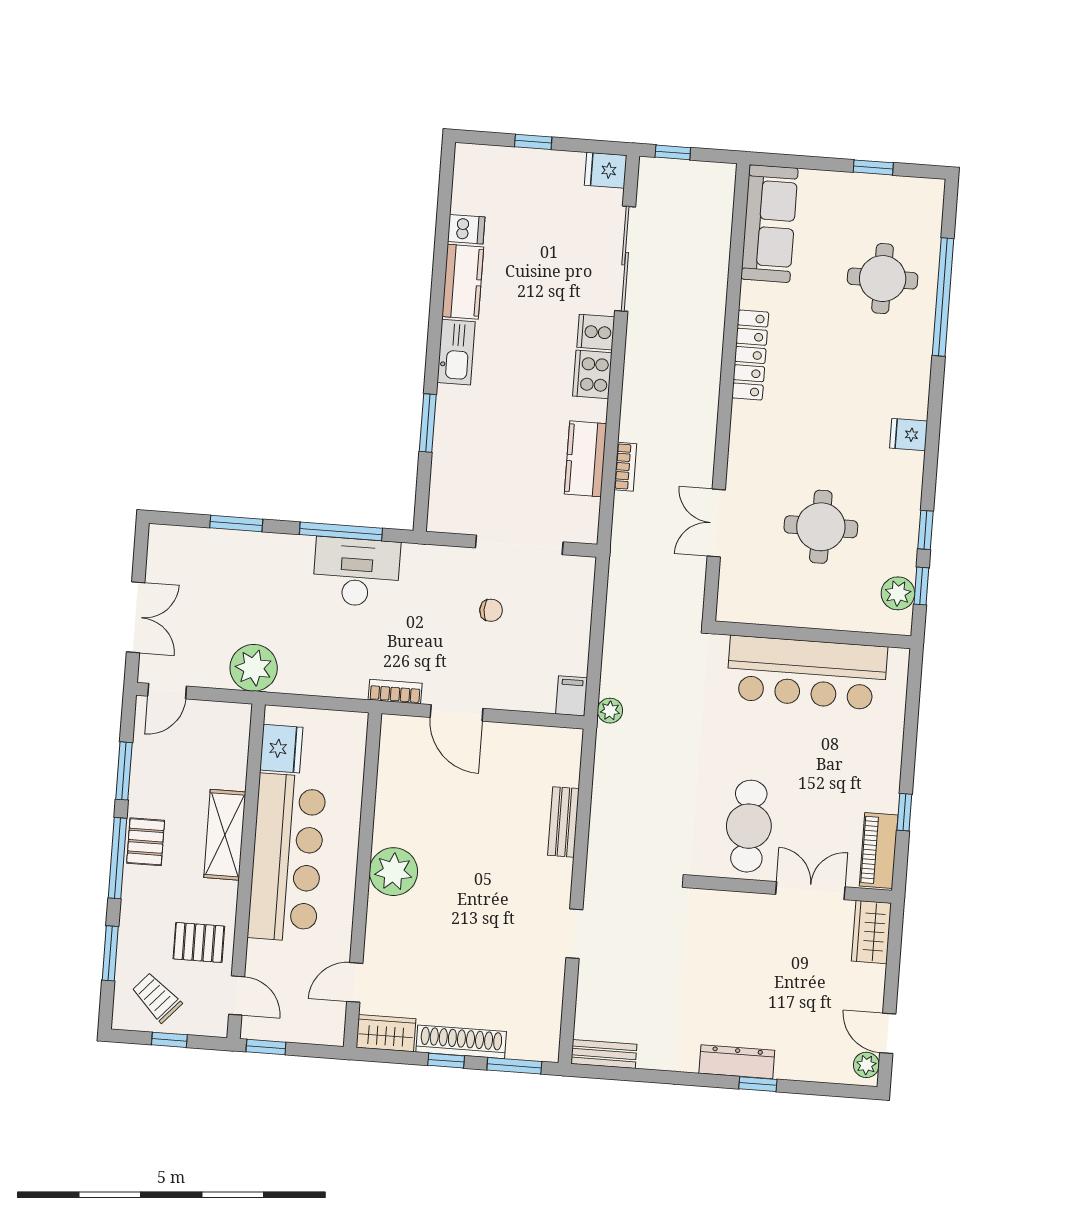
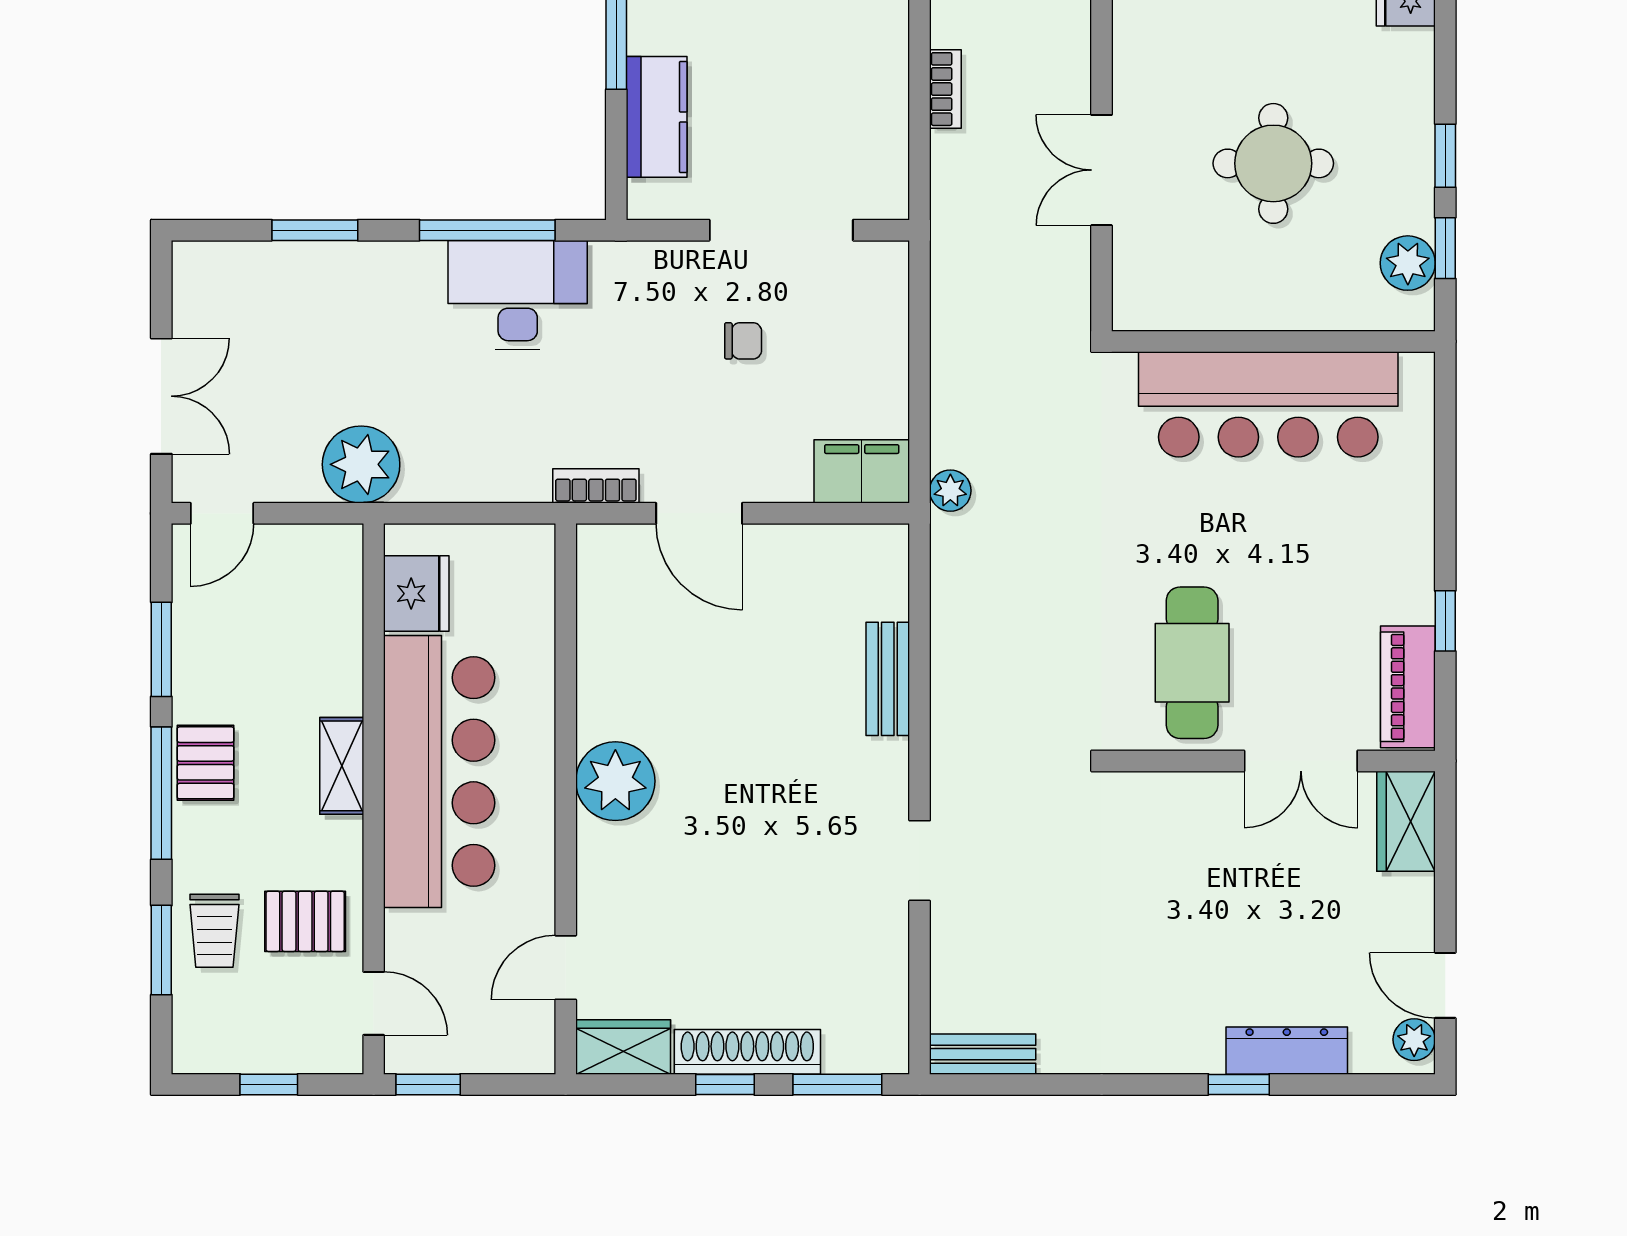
kitchen counter: (585, 459) -> (657, 117), moved, turned 180
filing cabinet: (572, 696) -> (862, 471), width x2.00
shelving: (225, 835) -> (342, 766), width x0.67, depth x0.75
double door: (810, 891) -> (1301, 761), swing flipped
trolley: (157, 997) -> (214, 931), moved, turned -132
dresser: (737, 1062) -> (1287, 1051), moved

